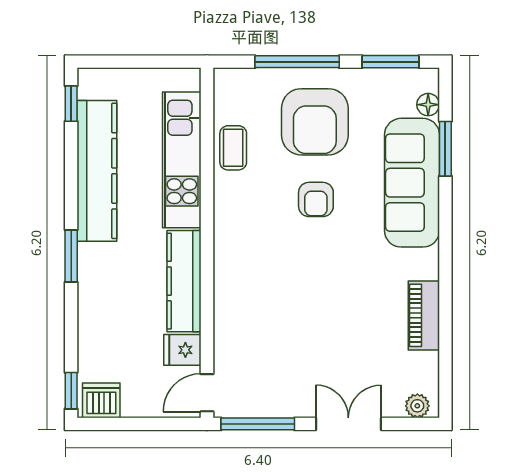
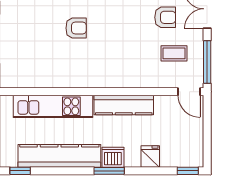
armchair: (315, 122) -> (165, 17), moved, width x0.53, depth x0.53
coffee table: (233, 148) -> (174, 53), moved
fridge: (182, 350) -> (150, 157), moved, turned 180
dishwasher: (101, 400) -> (113, 157), moved, turned 90

